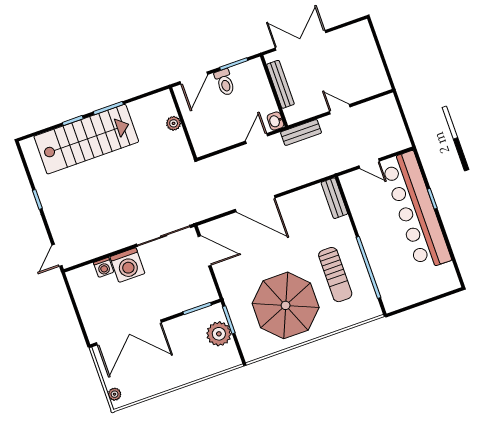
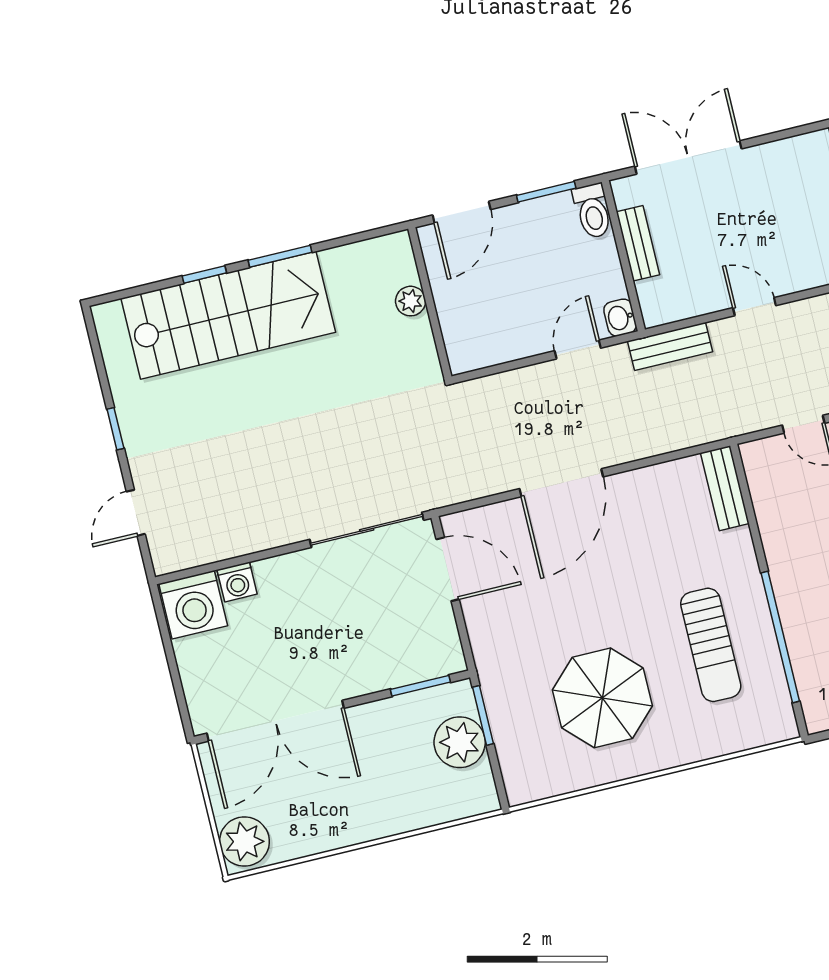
toilet: (225, 82) -> (593, 211), moved
bench: (280, 84) -> (638, 243), width x0.73
door: (255, 204) -> (561, 483), hinge flipped
door: (57, 255) -> (136, 513), moved
washing machine: (127, 265) -> (193, 605), moved
parasol: (286, 305) -> (602, 698), width x0.73, depth x0.73
plant: (115, 394) -> (244, 842), width x1.87, depth x1.87

